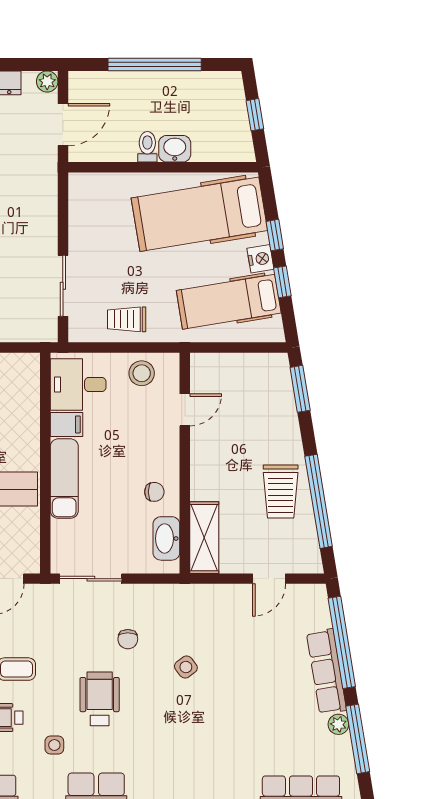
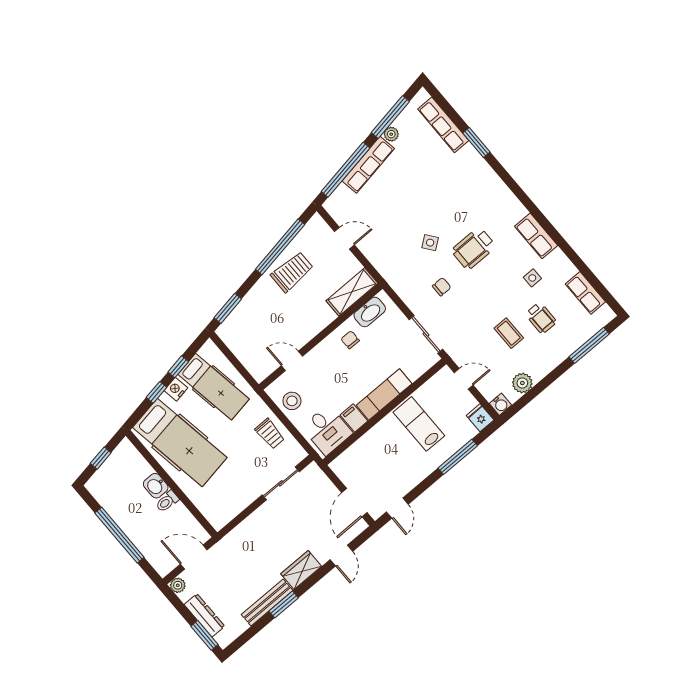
wheelchair: (100, 699) -> (474, 249), moved

